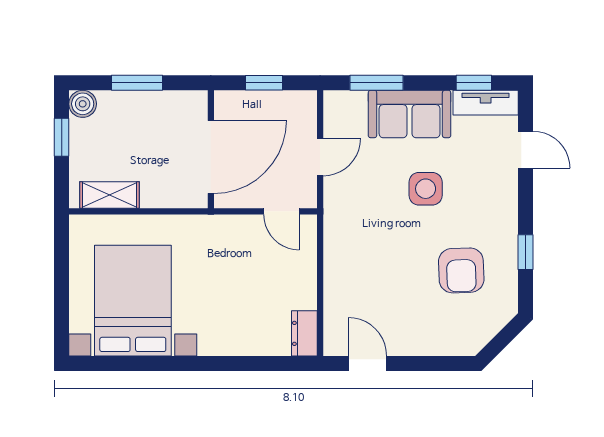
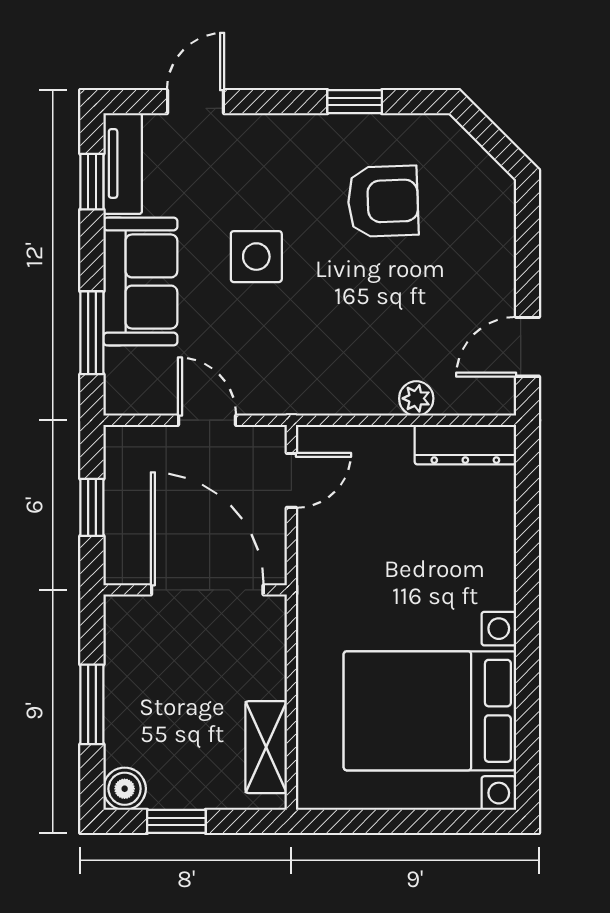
plant: (334, 292) -> (416, 398), added
dresser: (304, 333) -> (465, 445), width x1.44

